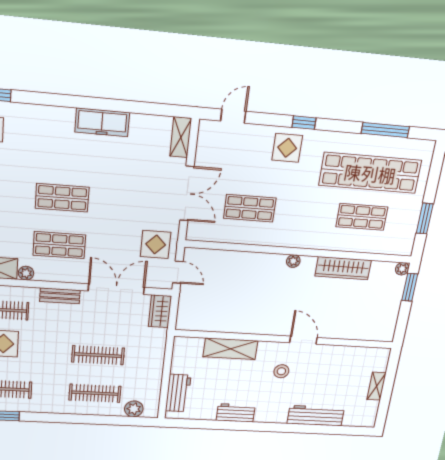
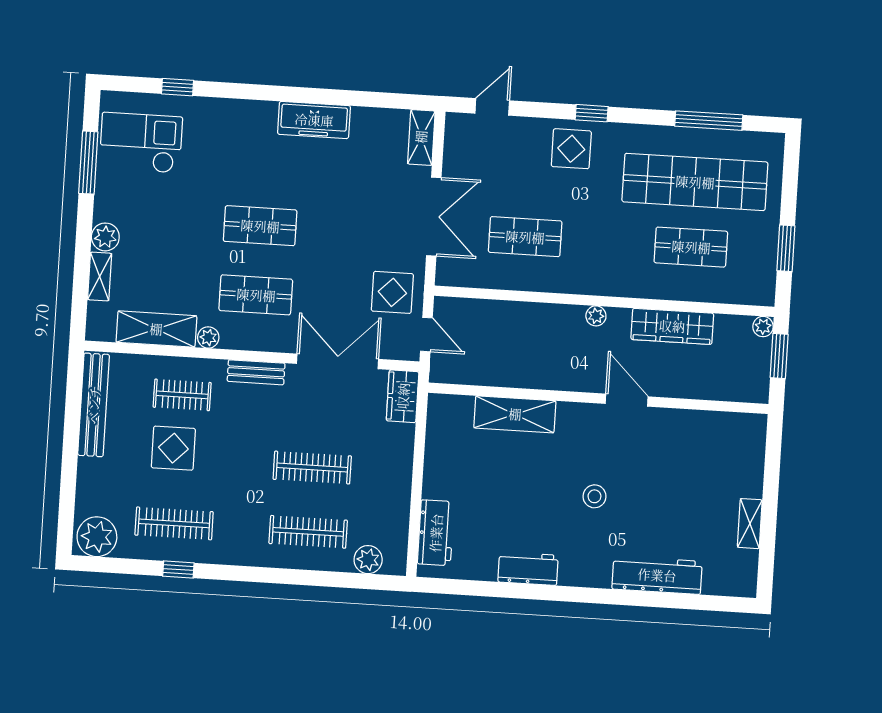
wall: (285, 339) -> (598, 398), moved
door: (303, 340) -> (627, 400), moved
shelving: (230, 349) -> (515, 414), moved

